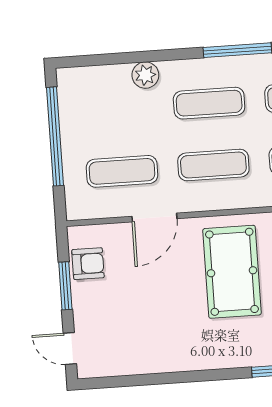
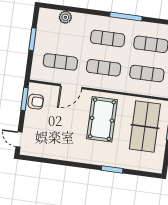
plant: (145, 75) -> (65, 17), moved
window: (55, 136) -> (33, 39), width x0.47
window: (65, 286) -> (25, 99), moved

